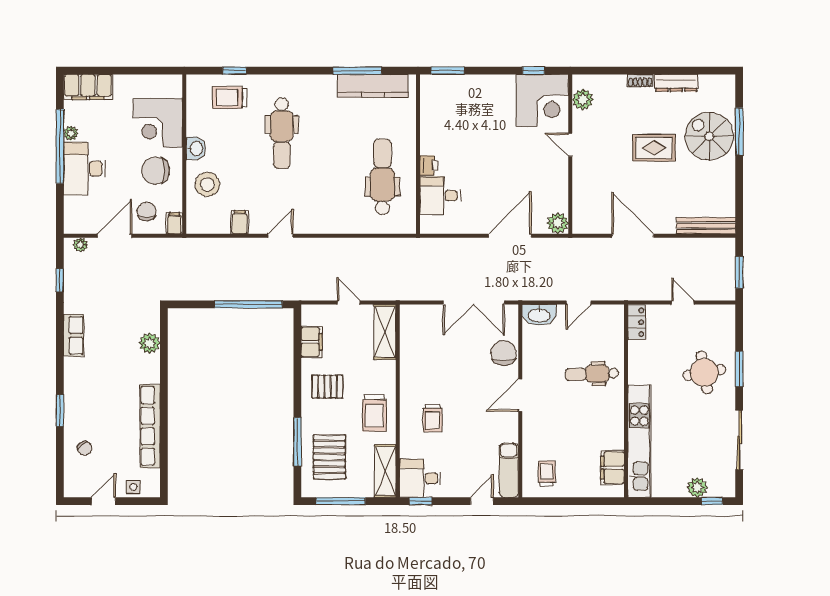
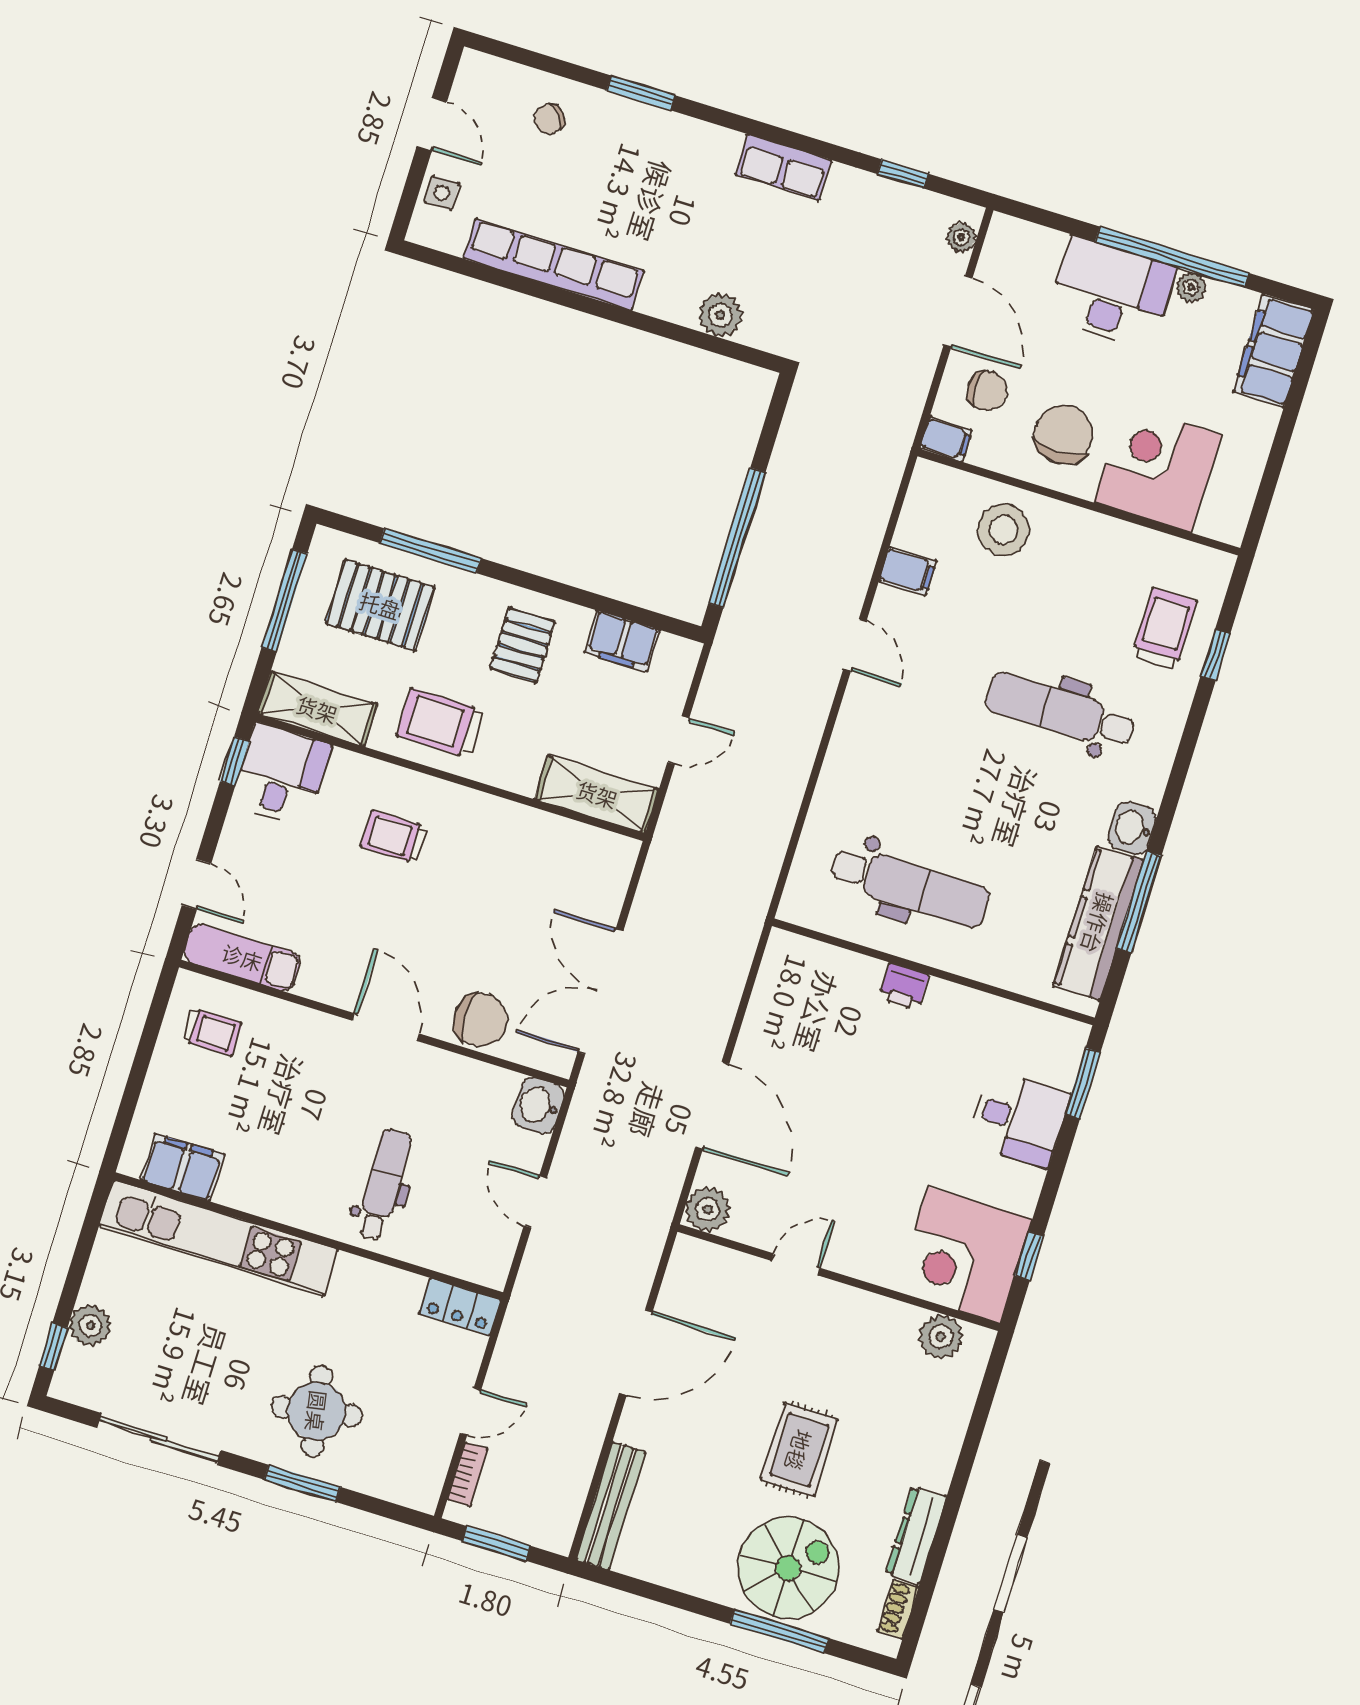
shoe rack: (640, 81) -> (898, 1609), moved
door: (570, 145) -> (796, 1264), moved
washbasin: (196, 148) -> (1132, 828), moved, turned 90
desk: (440, 196) -> (1019, 1119), moved, turned 90
bookcase: (712, 295) -> (468, 1474), added
washbasin: (539, 315) -> (538, 1106), width x0.72

